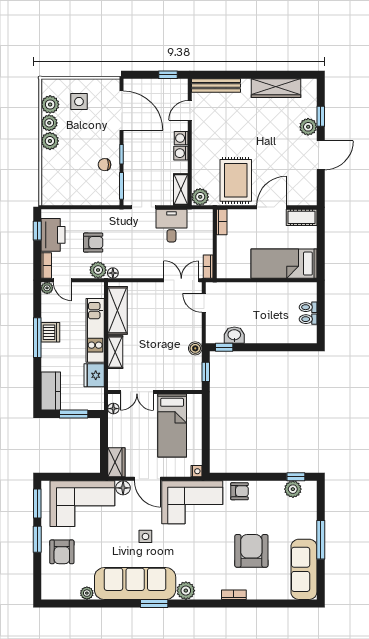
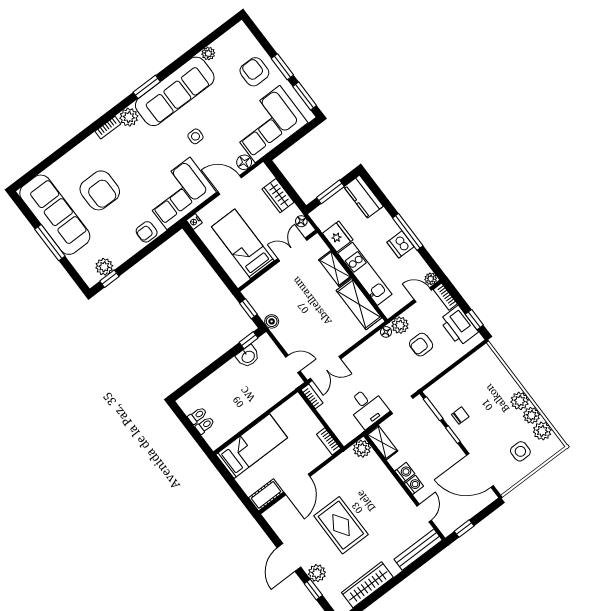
rug: (236, 180) -> (341, 525), moved
wardrobe: (116, 462) -> (278, 196), moved
sofa: (304, 569) -> (55, 215), width x1.36, depth x1.27
bookcase: (234, 595) -> (108, 128), moved

